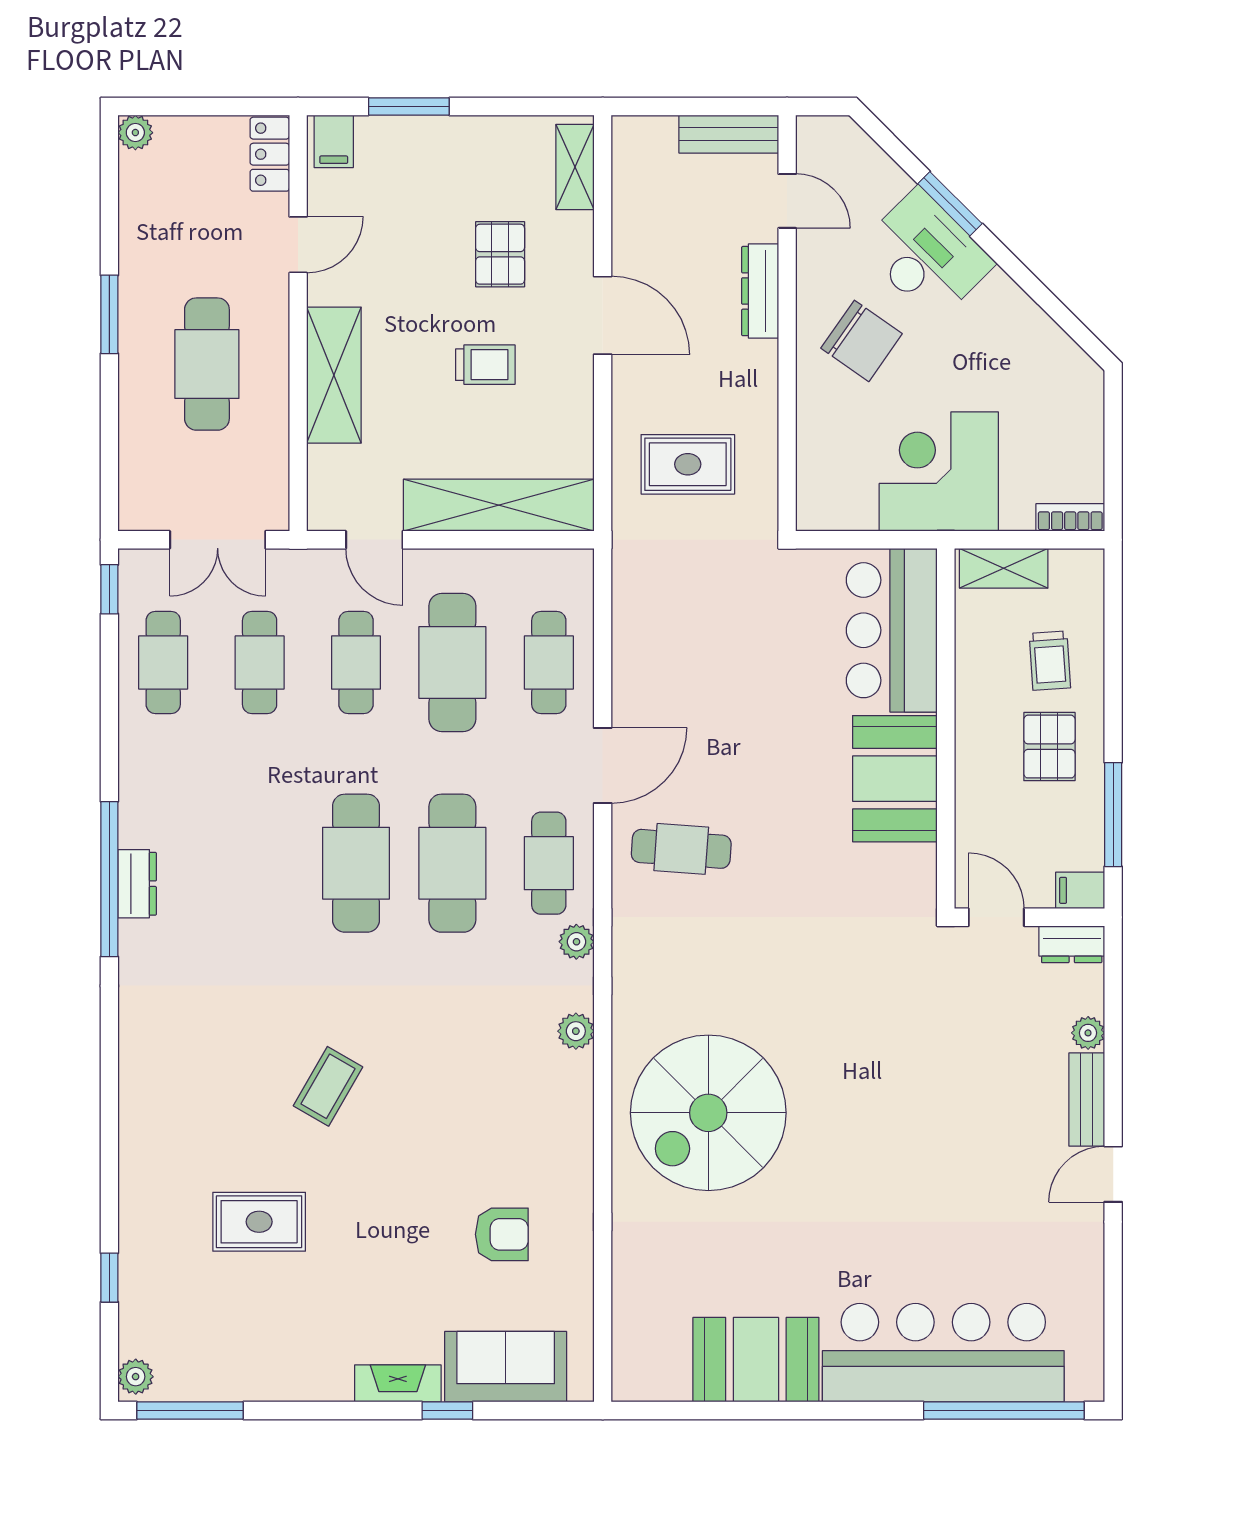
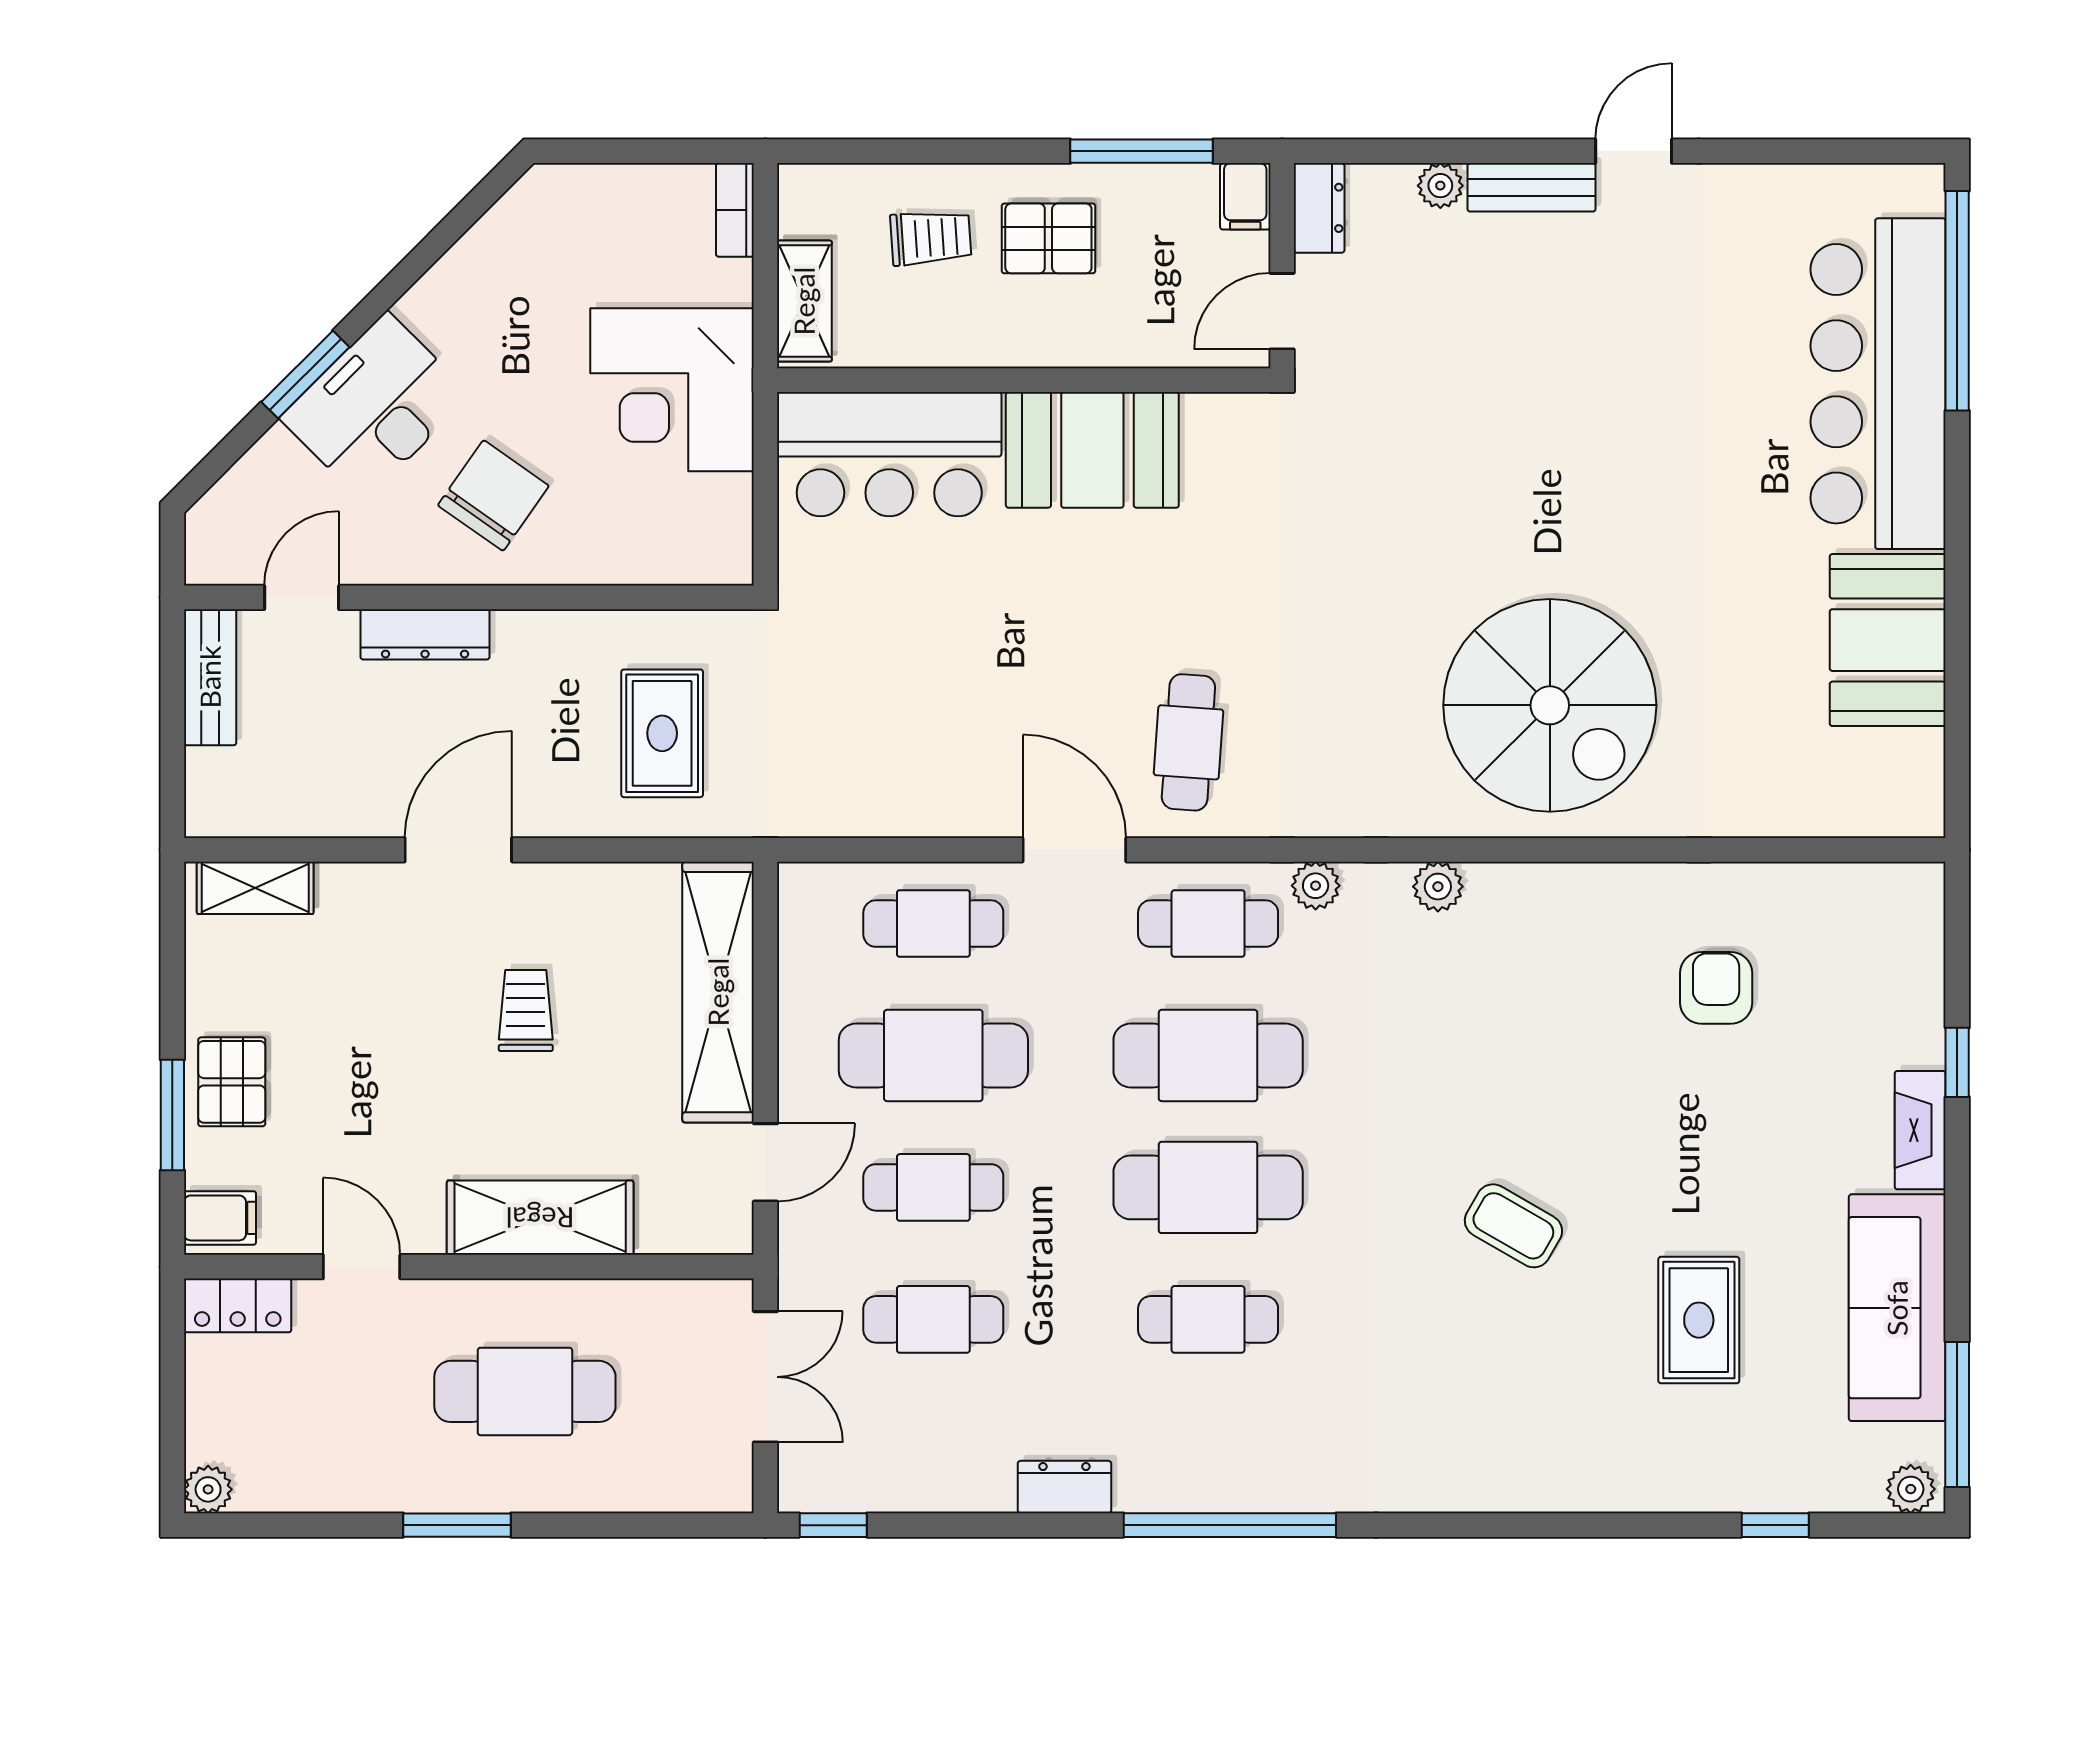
pallet: (500, 254) -> (232, 1082), moved, turned 90
cafe table: (163, 662) -> (1208, 1319), moved
dresser: (137, 884) -> (1064, 1487), moved
door: (1113, 1174) -> (1634, 151), swing flipped
sofa: (506, 1367) -> (1897, 1308), moved, width x1.36

